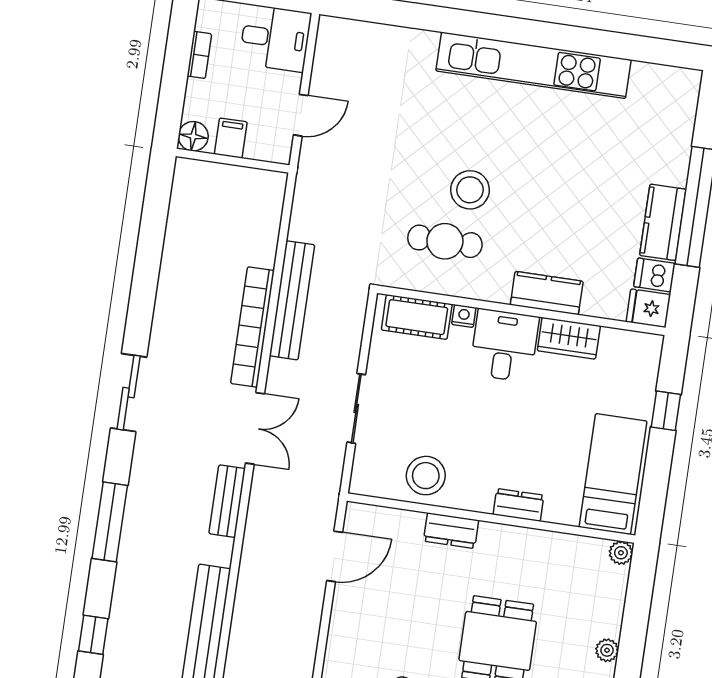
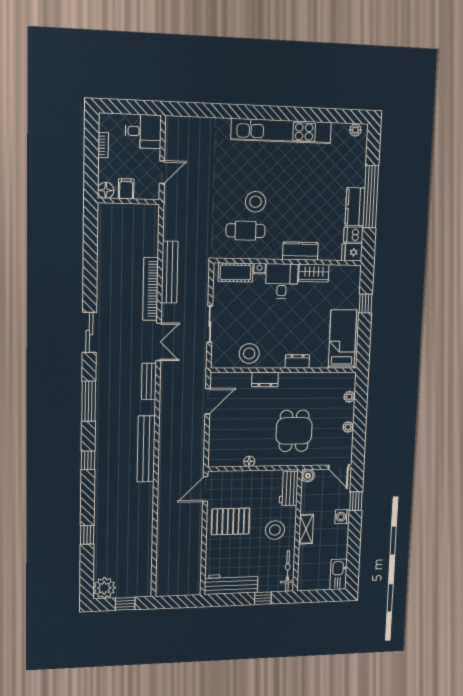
plant: (677, 79) -> (355, 130), added
plant: (621, 553) -> (349, 397), moved

